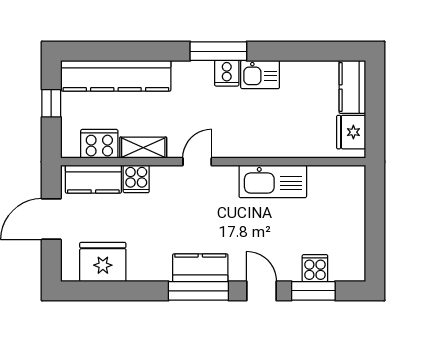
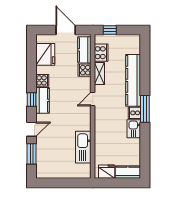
kitchen counter: (116, 76) -> (133, 80), moved
window: (51, 103) -> (110, 30), moved
door: (197, 162) -> (93, 99), swing flipped
kitchen sink: (273, 181) -> (83, 147), moved
cooker: (315, 268) -> (42, 80), moved
window: (198, 291) -> (32, 100), width x0.46

